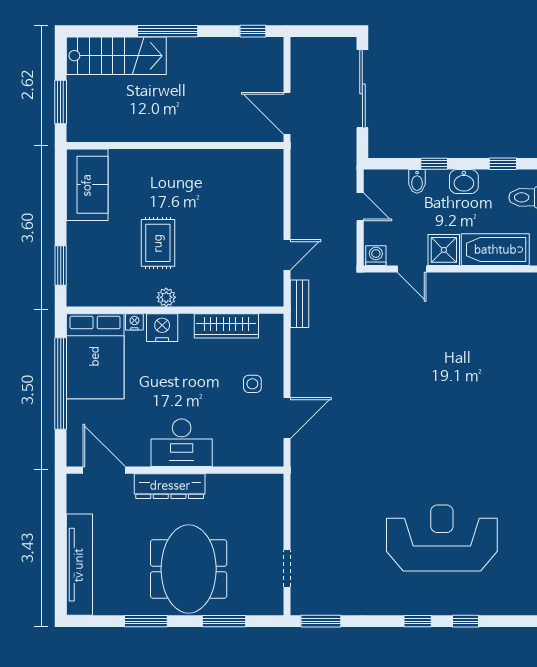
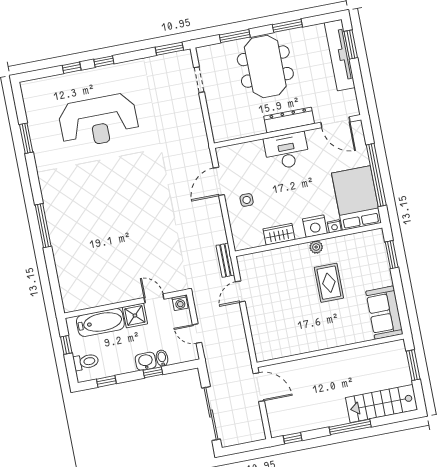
washbasin: (464, 182) -> (146, 361), moved
wardrobe: (226, 326) -> (279, 234), width x0.67
window: (61, 577) -> (351, 44), added

